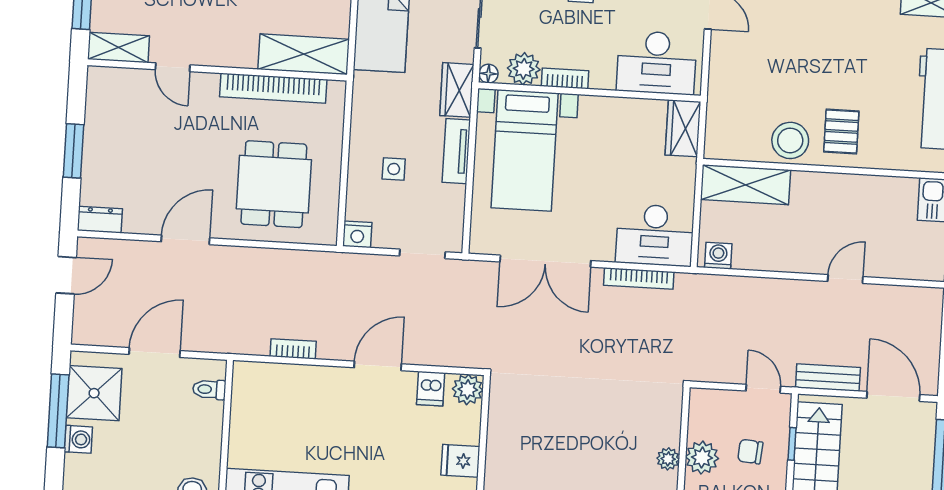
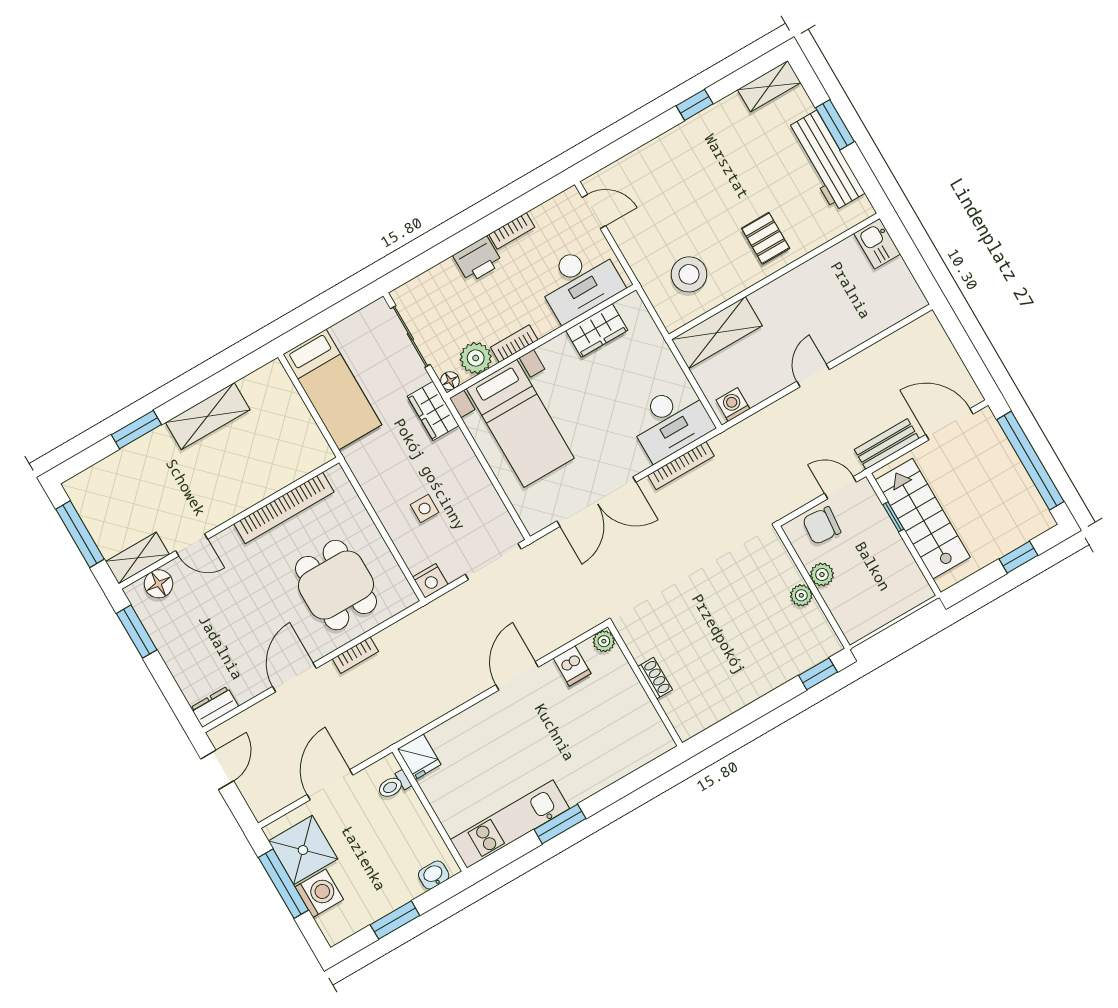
shelving: (304, 54) -> (290, 464), removed
floor lamp: (122, 82) -> (159, 584), added
wardrobe: (683, 128) -> (597, 330), moved, turned -90
stool: (790, 140) -> (689, 274), moved
window: (73, 151) -> (137, 632), moved
tv unit: (456, 151) -> (466, 460), removed
doorway: (422, 254) -> (493, 562), width x1.38
door: (845, 279) -> (813, 375), moved
bookcase: (293, 349) -> (355, 655), moved, turned 180
plant: (468, 389) -> (604, 641), width x0.73, depth x0.73
washing machine: (78, 439) -> (319, 893), width x1.38, depth x1.38
shoe rack: (495, 447) -> (655, 678), added
chair: (750, 452) -> (822, 526), moved, width x1.37, depth x1.37
plant: (702, 458) -> (822, 575), width x0.73, depth x0.73
fridge: (460, 461) -> (419, 757), moved, turned -90

